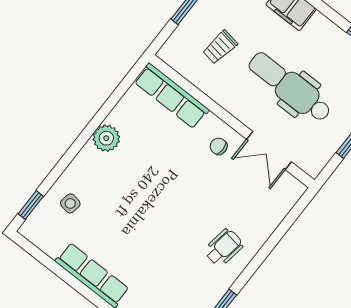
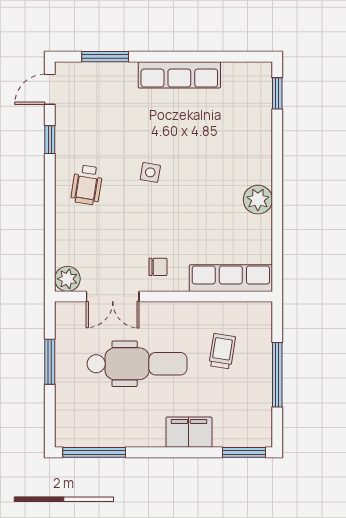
double door: (269, 151) -> (113, 297), swing flipped
plant: (292, 190) -> (67, 279), added
side table: (70, 203) -> (150, 172), moved

